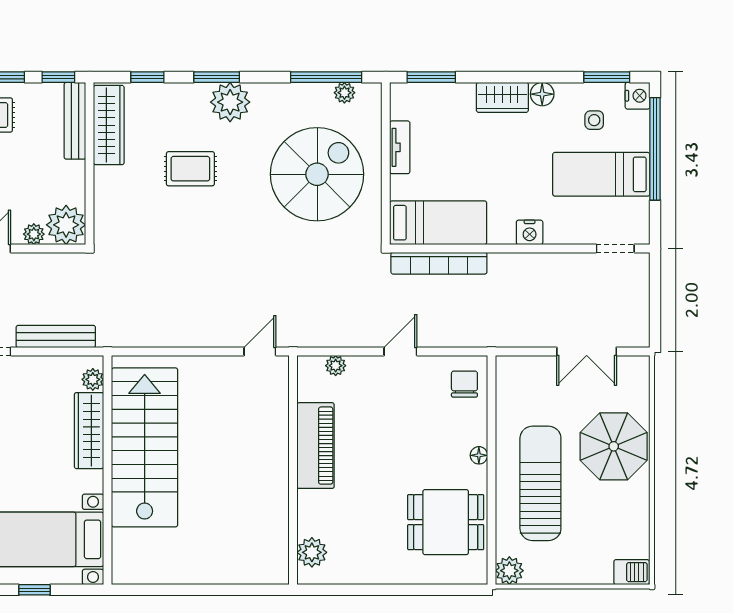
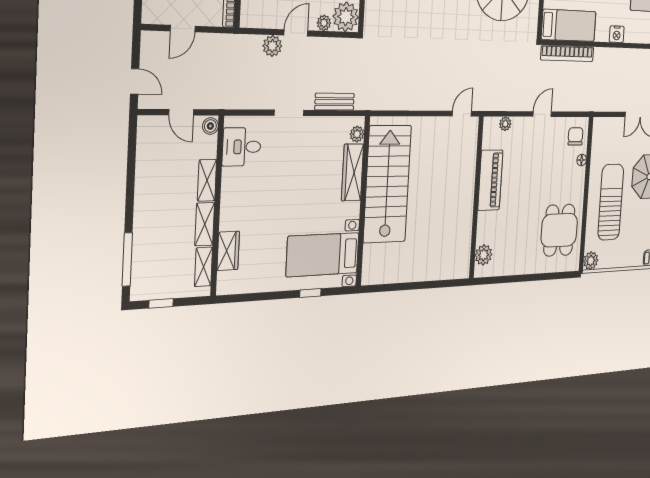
bench: (56, 336) -> (334, 102), width x0.73
floor lamp: (479, 455) -> (582, 160), moved
dining table: (446, 522) -> (559, 230), turned 90

